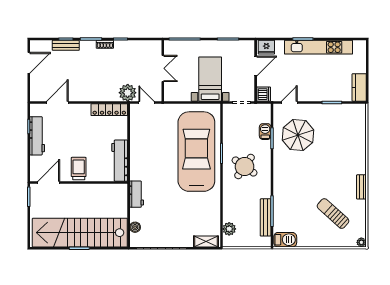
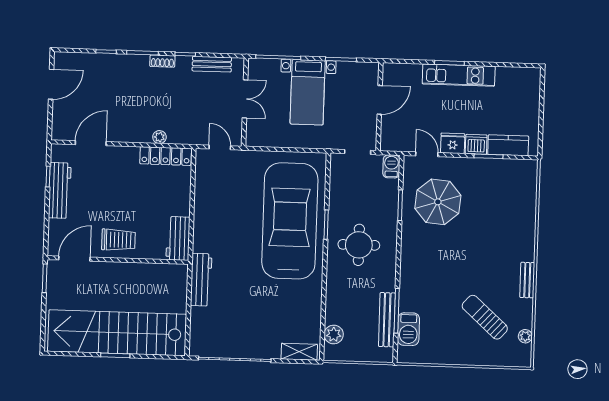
bench: (66, 45) -> (212, 64), moved
fridge: (266, 47) -> (453, 143), moved, turned 180
kitchen unit: (319, 47) -> (459, 75), width x0.73
bed with nightstands: (210, 79) -> (308, 92), moved, turned 180
kitchen counter: (359, 87) -> (508, 145), moved, turned 90
plant: (128, 93) -> (159, 137), moved, width x0.53, depth x0.53
dishwasher: (264, 94) -> (476, 144), moved, turned -90
door: (289, 103) -> (427, 154), hinge flipped
barbecue: (265, 132) -> (391, 166), moved
workbench: (120, 161) -> (178, 238), width x0.73
round table: (245, 166) -> (359, 245), turned -35
trolley: (79, 169) -> (118, 240), turned 90
workbench: (137, 194) -> (201, 280), width x1.38
boiler: (135, 227) -> (197, 328), removed
barbecue: (285, 240) -> (408, 329), moved, turned 90
plant: (361, 242) -> (525, 336), moved

